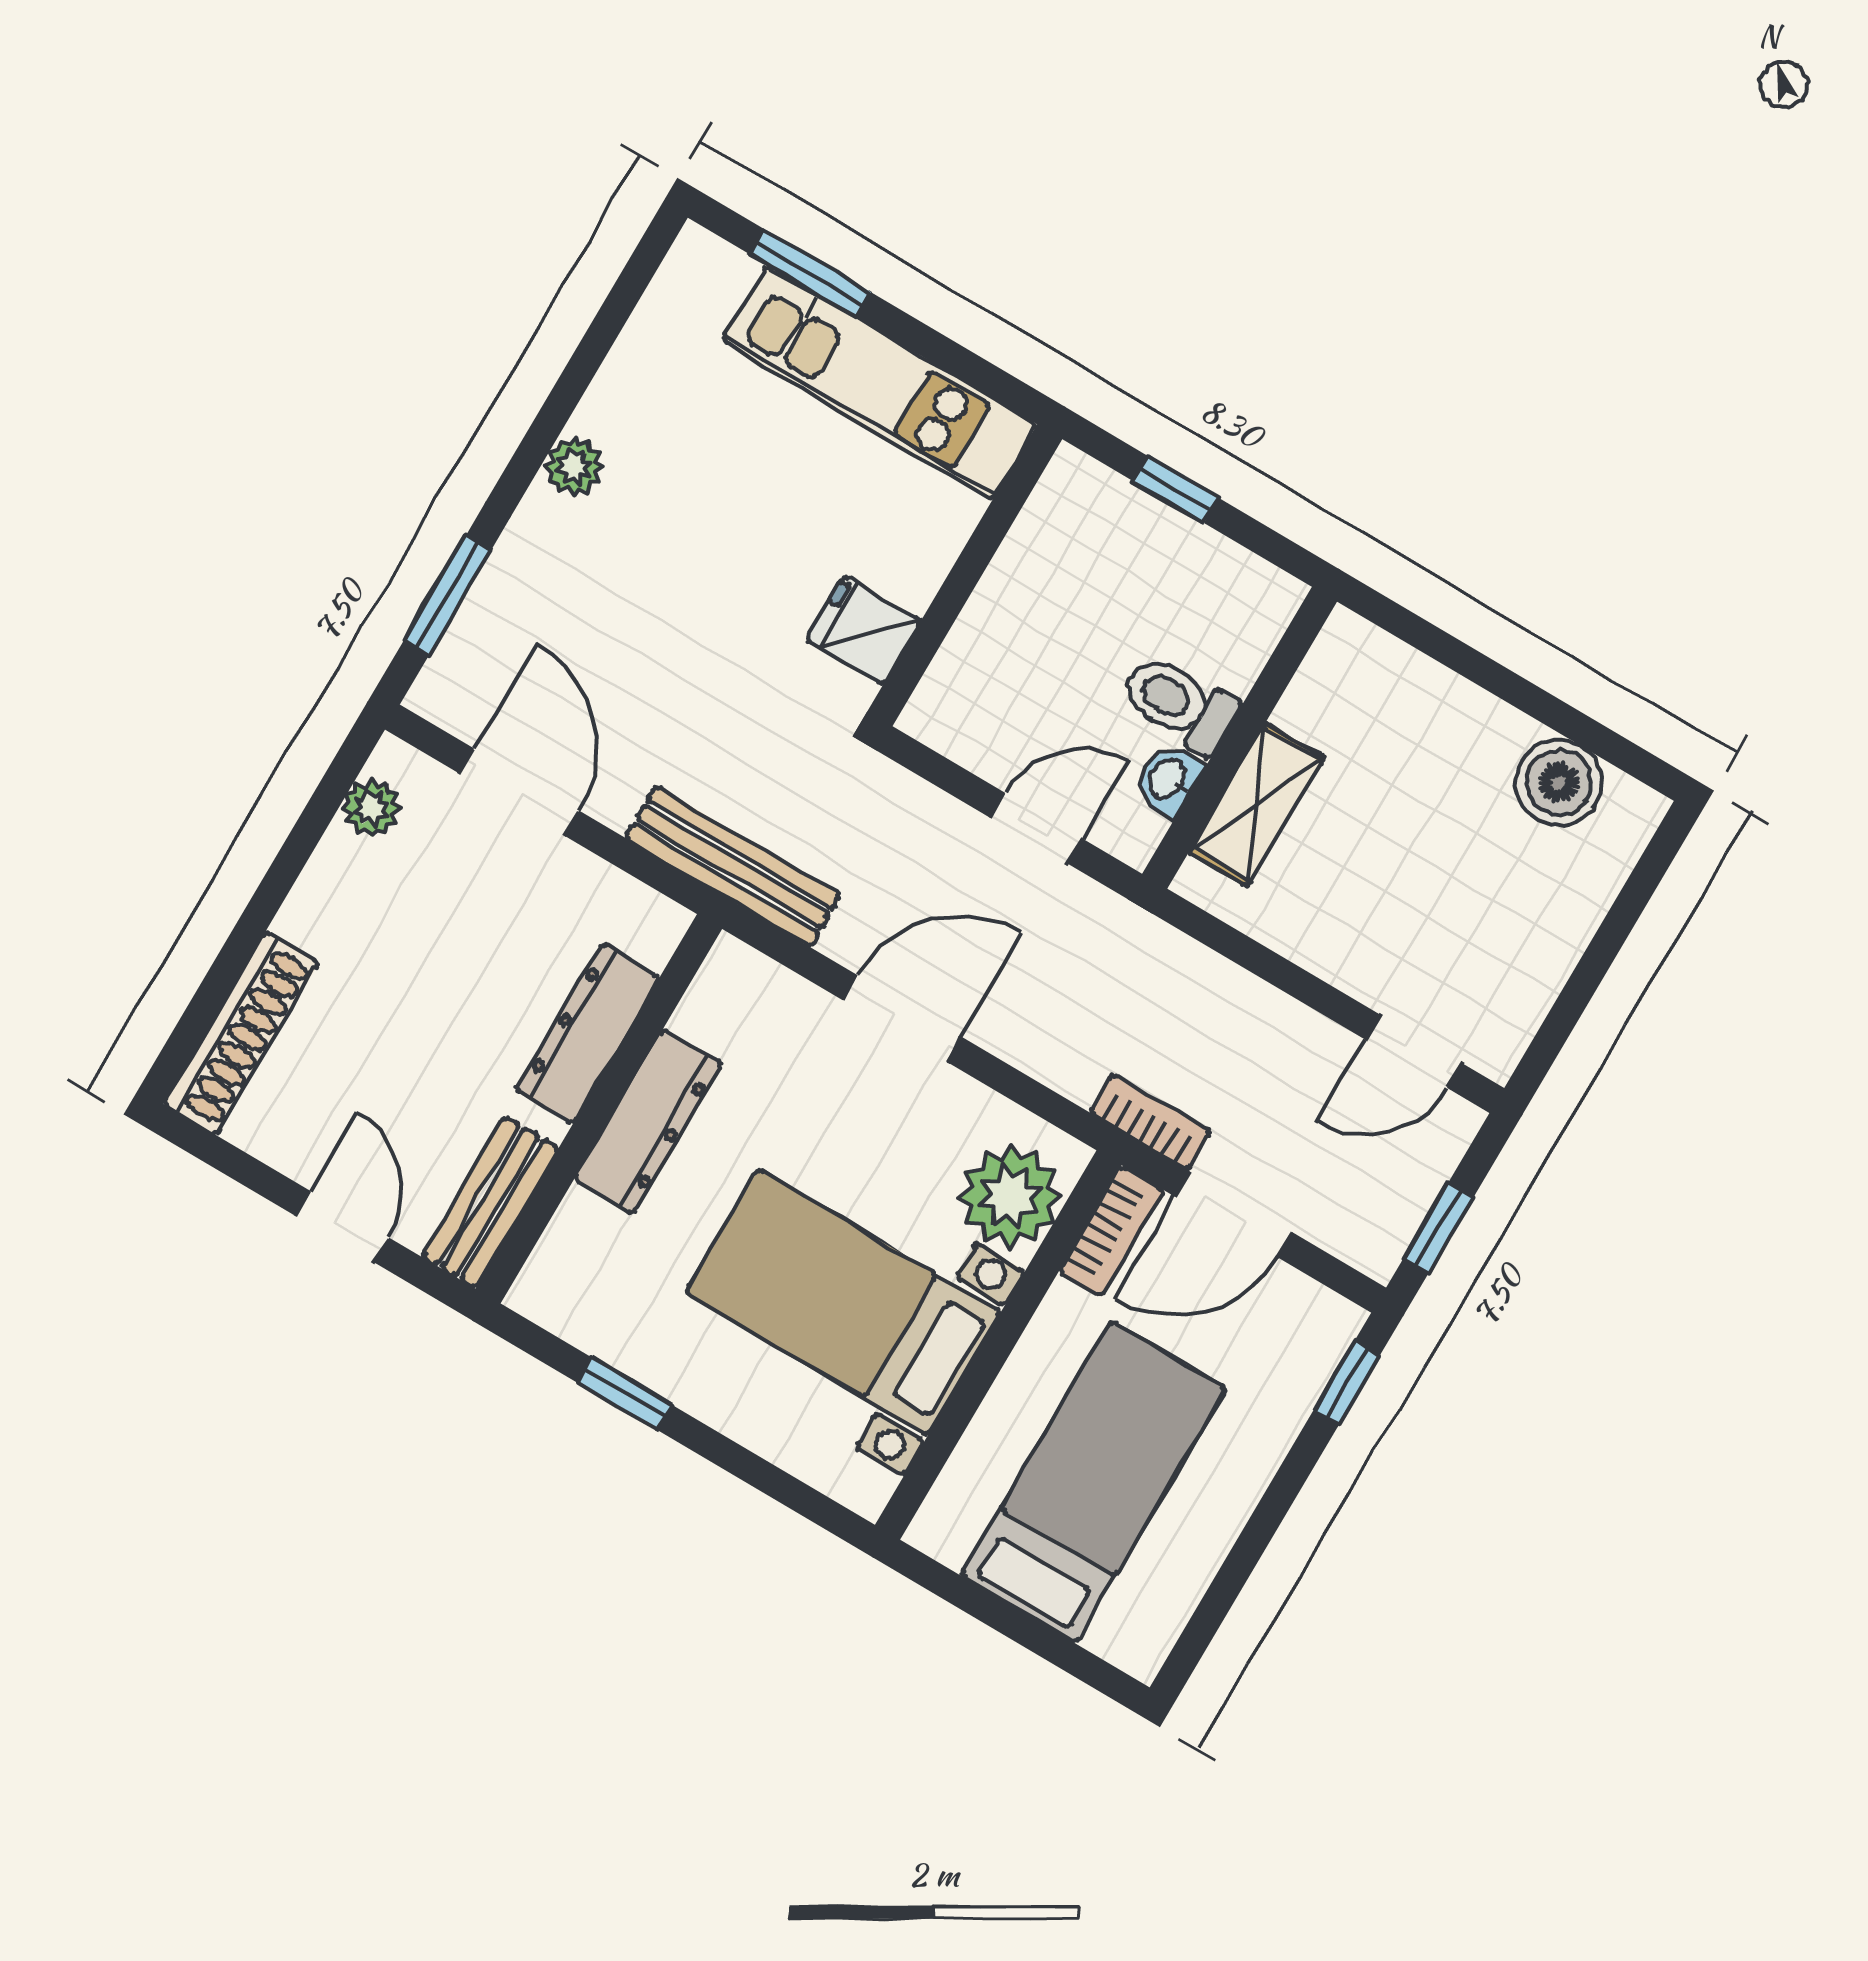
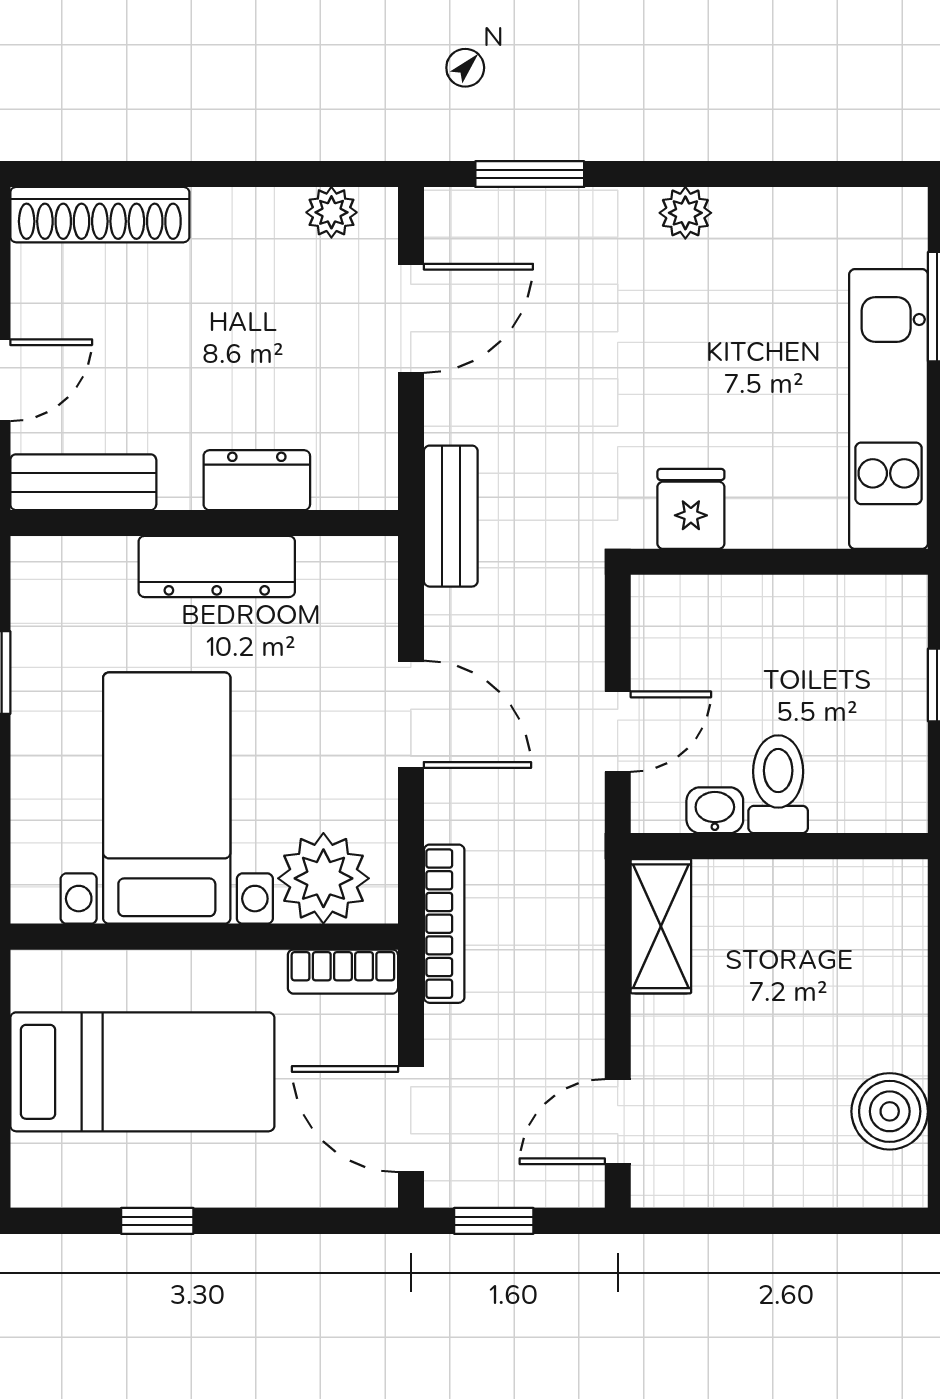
shelving: (1256, 804) -> (661, 926), moved, turned 90
door: (1037, 828) -> (618, 732), hinge flipped
bench: (733, 867) -> (451, 516), width x0.73
dresser: (587, 1033) -> (257, 480), width x0.70
door: (1413, 1051) -> (618, 1122), hinge flipped
bookcase: (1150, 1122) -> (444, 924), width x1.56
door: (1233, 1214) -> (411, 1119), moved
window: (1347, 1383) -> (157, 1221), moved

